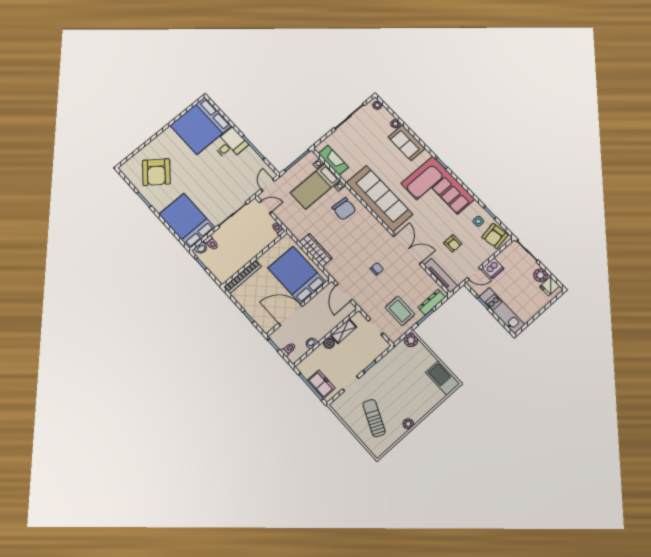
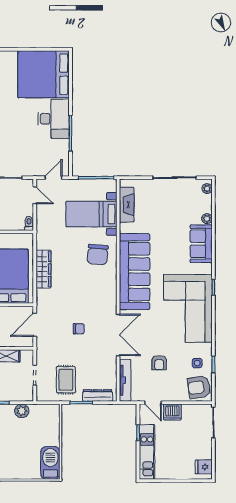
desk: (230, 144) -> (54, 119), width x1.37
plant: (540, 275) -> (205, 452), removed
plant: (411, 340) -> (22, 411), moved

